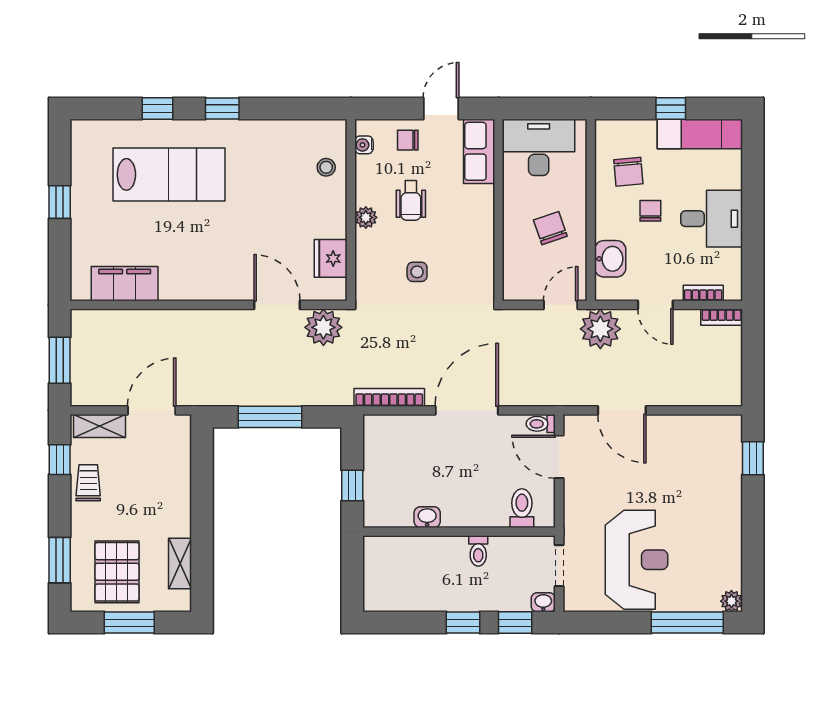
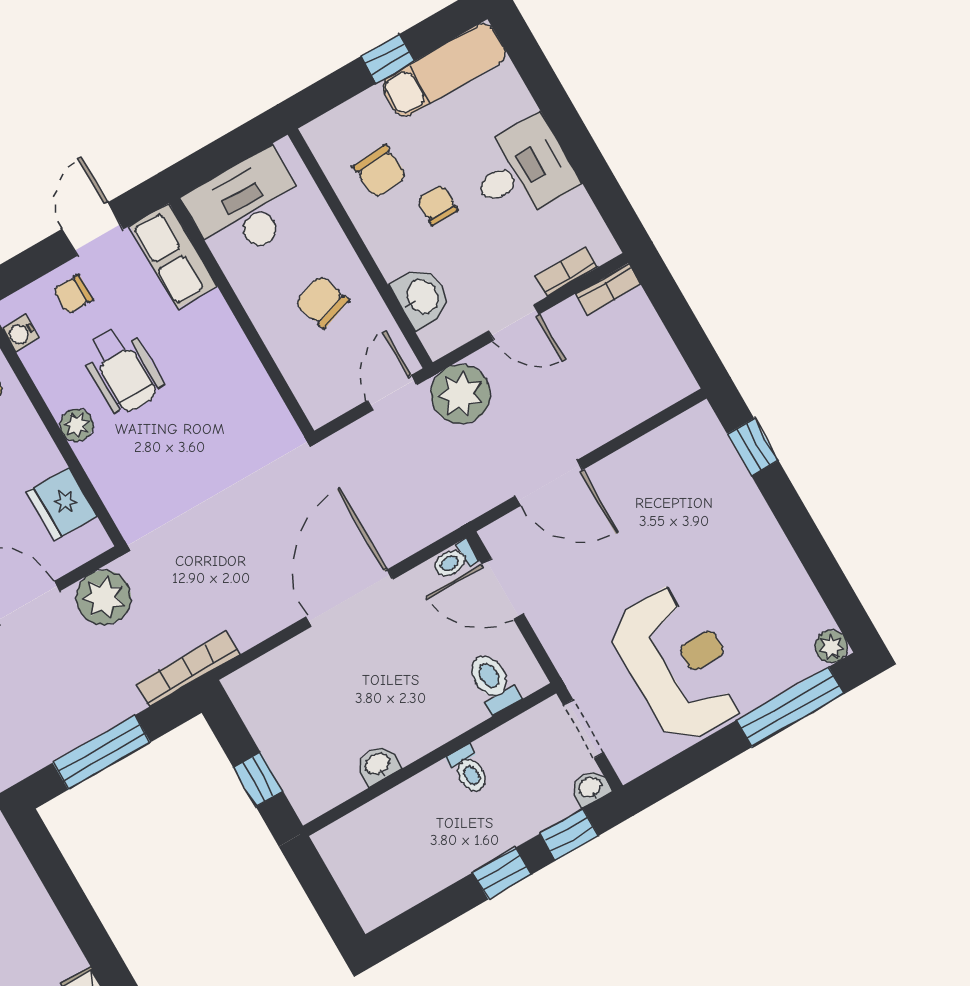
wheelchair: (411, 201) -> (122, 370), width x1.36, depth x1.37
side table: (417, 272) -> (183, 457), removed
bookcase: (389, 397) -> (188, 669), moved

